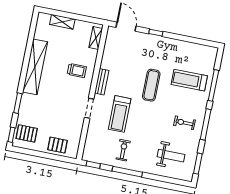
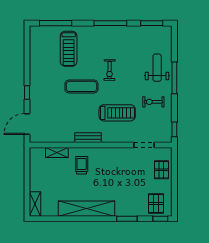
shelving: (62, 22) -> (35, 204), moved
shelving: (96, 38) -> (57, 153), moved
window: (213, 85) -> (56, 23), moved
doorway: (89, 108) -> (144, 145), moved
exercise bike: (184, 123) -> (110, 70), moved
weight bench: (171, 156) -> (157, 68), moved
window: (127, 172) -> (174, 78), moved

